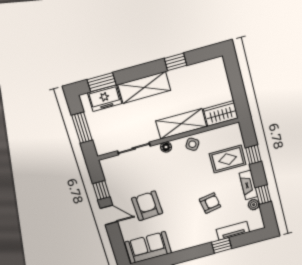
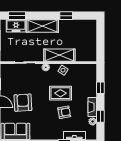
wardrobe: (221, 113) -> (86, 55), removed
rug: (228, 159) -> (60, 93), moved

